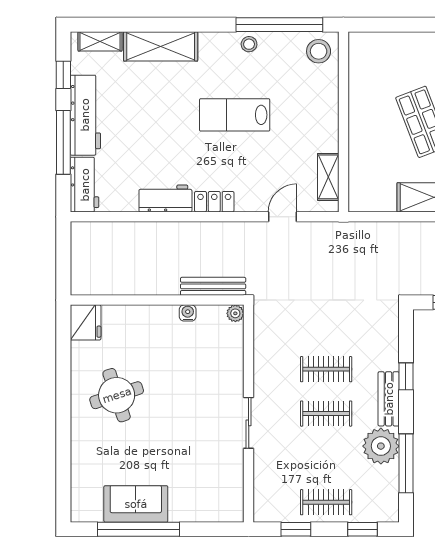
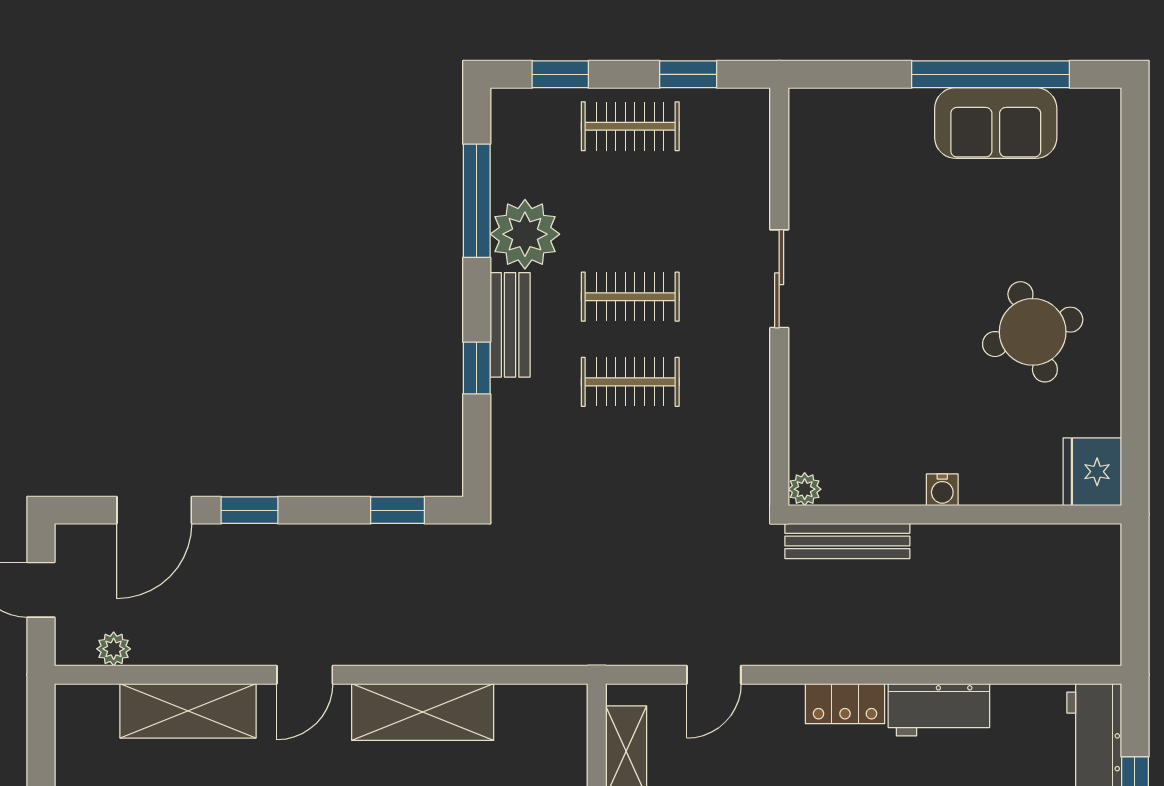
water cooler: (188, 313) -> (942, 490), moved

